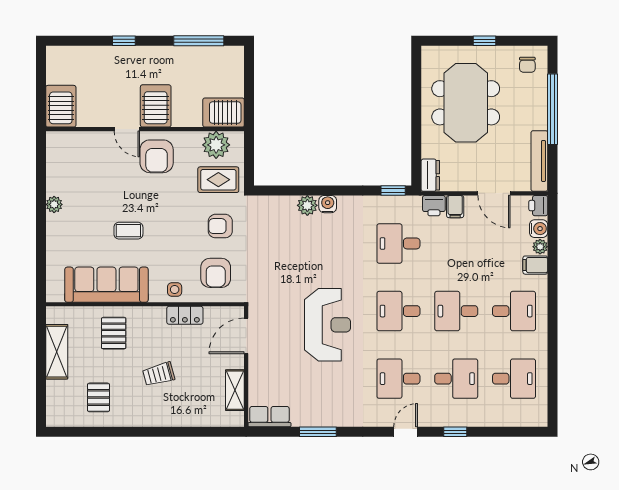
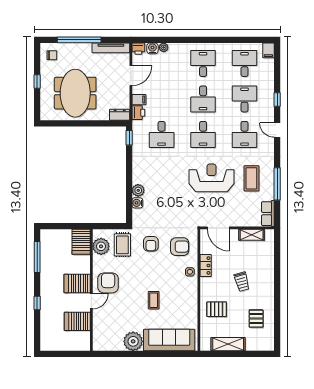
meeting table: (466, 103) -> (75, 93), turned 90
server rack: (61, 106) -> (77, 321), moved
armchair: (157, 156) -> (108, 283), turned -90
plant: (54, 204) -> (133, 341), width x1.88, depth x1.88
water cooler: (328, 204) -> (137, 203), moved
filing cabinet: (535, 265) -> (268, 50), moved
sofa: (106, 285) -> (169, 340), moved, turned 90
coffee table: (327, 390) -> (251, 178), added
pallet: (99, 397) -> (256, 319), turned 90
window: (318, 432) -> (277, 184), width x1.44

